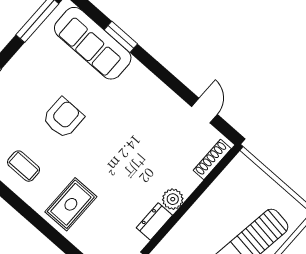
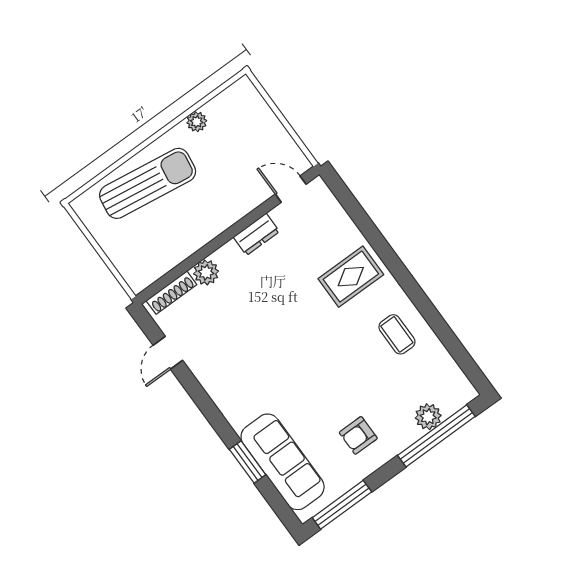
armchair: (63, 118) -> (358, 435), moved, width x0.72, depth x0.72
plant: (173, 199) -> (206, 272), moved

